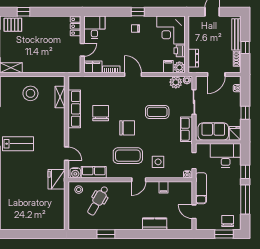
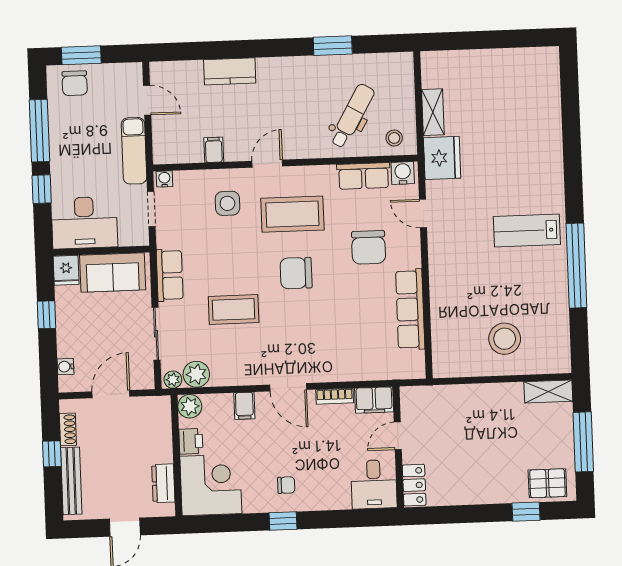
dresser: (193, 58) -> (163, 483), moved
filing cabinet: (168, 67) -> (244, 406), moved
shelving: (60, 97) -> (433, 112), moved
chair: (101, 113) -> (369, 247), moved

